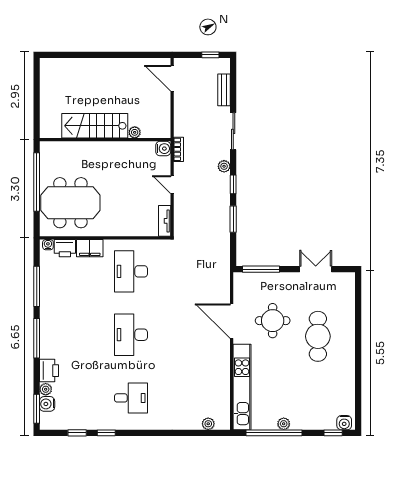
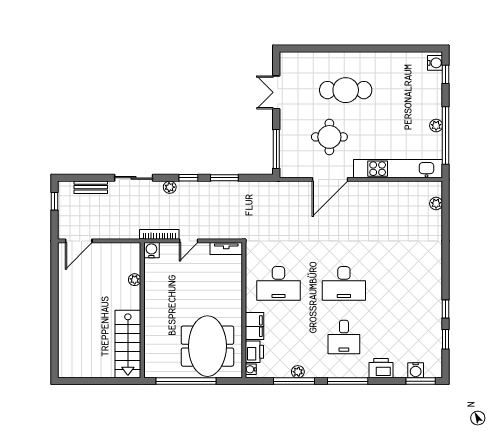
stairs: (95, 126) -> (128, 344), moved
bookcase: (178, 149) -> (159, 234), width x1.56
plant: (46, 389) -> (298, 372), moved
desk: (131, 398) -> (344, 337), moved, turned 180

